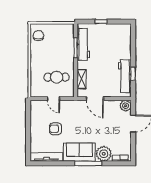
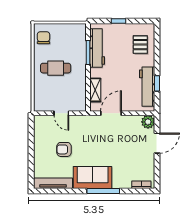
pallet: (119, 41) -> (140, 45), added
cafe table: (57, 77) -> (56, 68), moved
door: (95, 99) -> (111, 113), swing flipped
plant: (104, 154) -> (122, 179), removed

